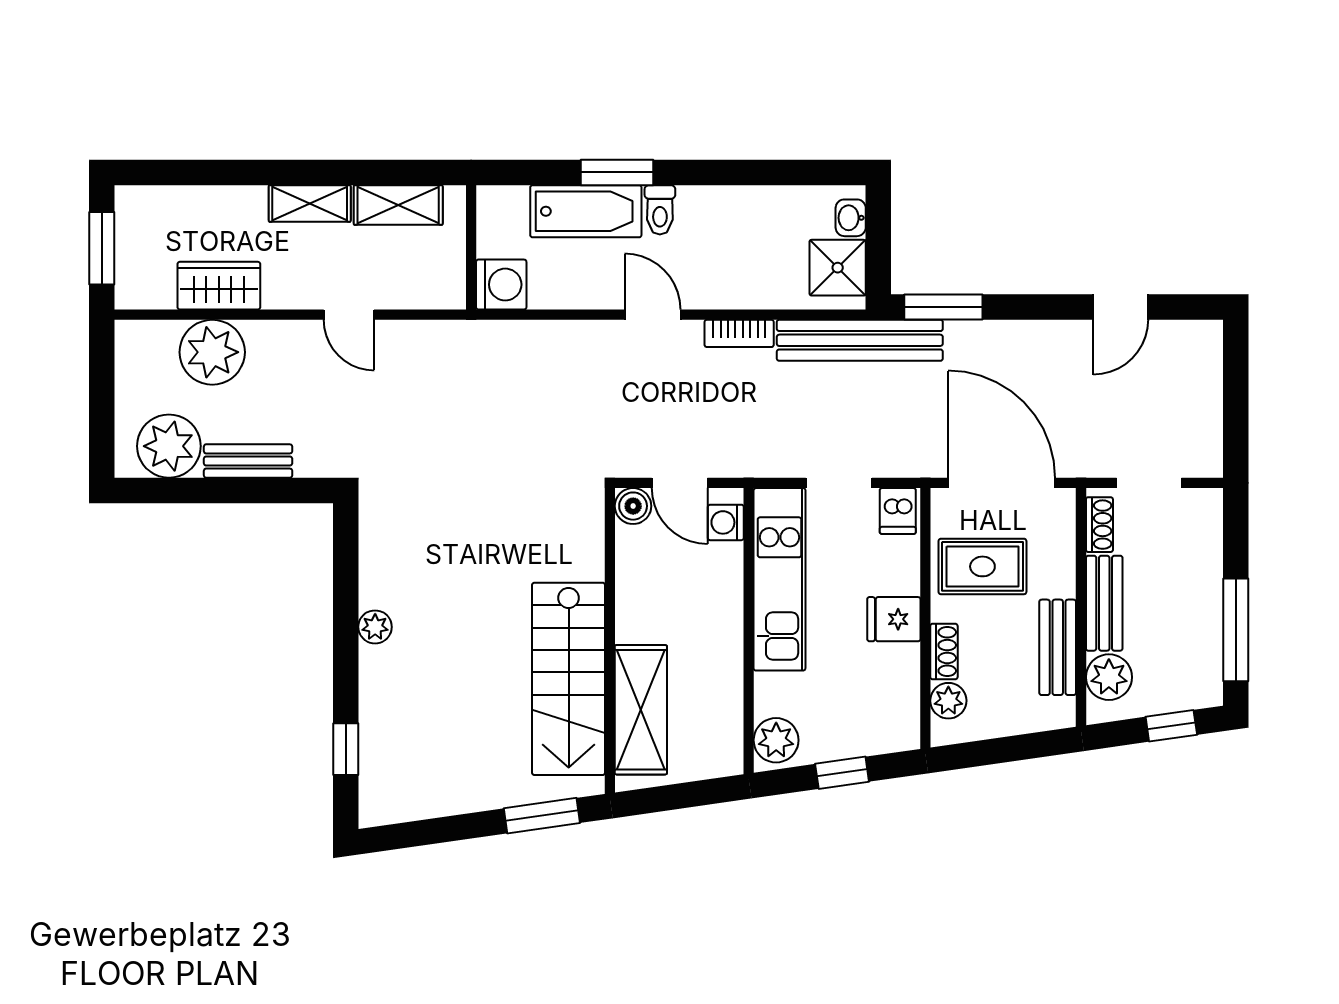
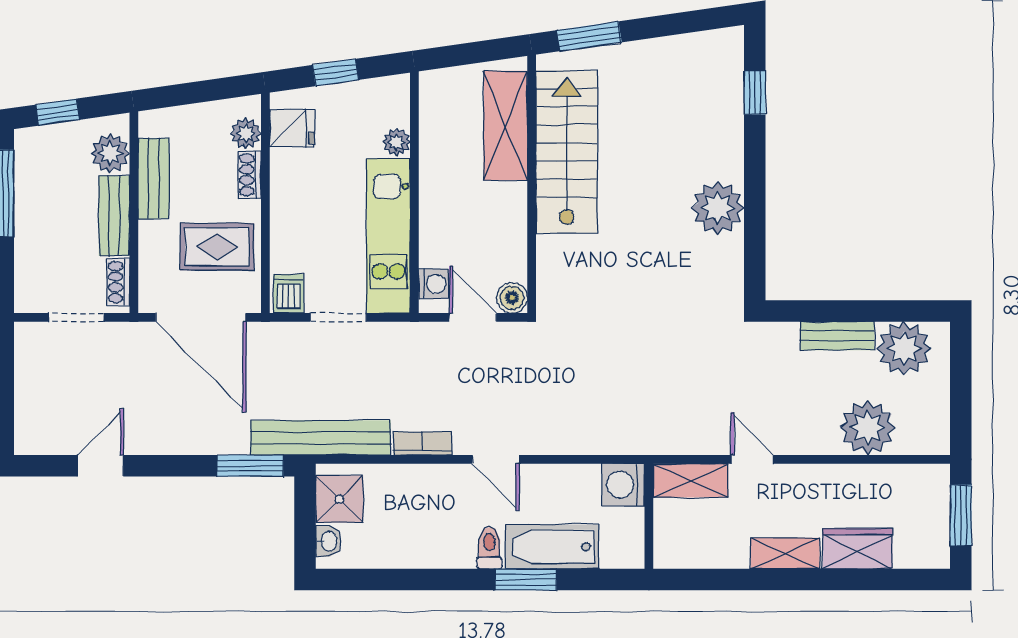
shelving: (398, 205) -> (691, 481), moved
wardrobe: (219, 286) -> (857, 549), moved, turned 180
fridge: (894, 619) -> (292, 128), moved
plant: (375, 627) -> (718, 208), width x1.88, depth x1.88
plant: (776, 740) -> (396, 142), moved, width x0.73, depth x0.73

